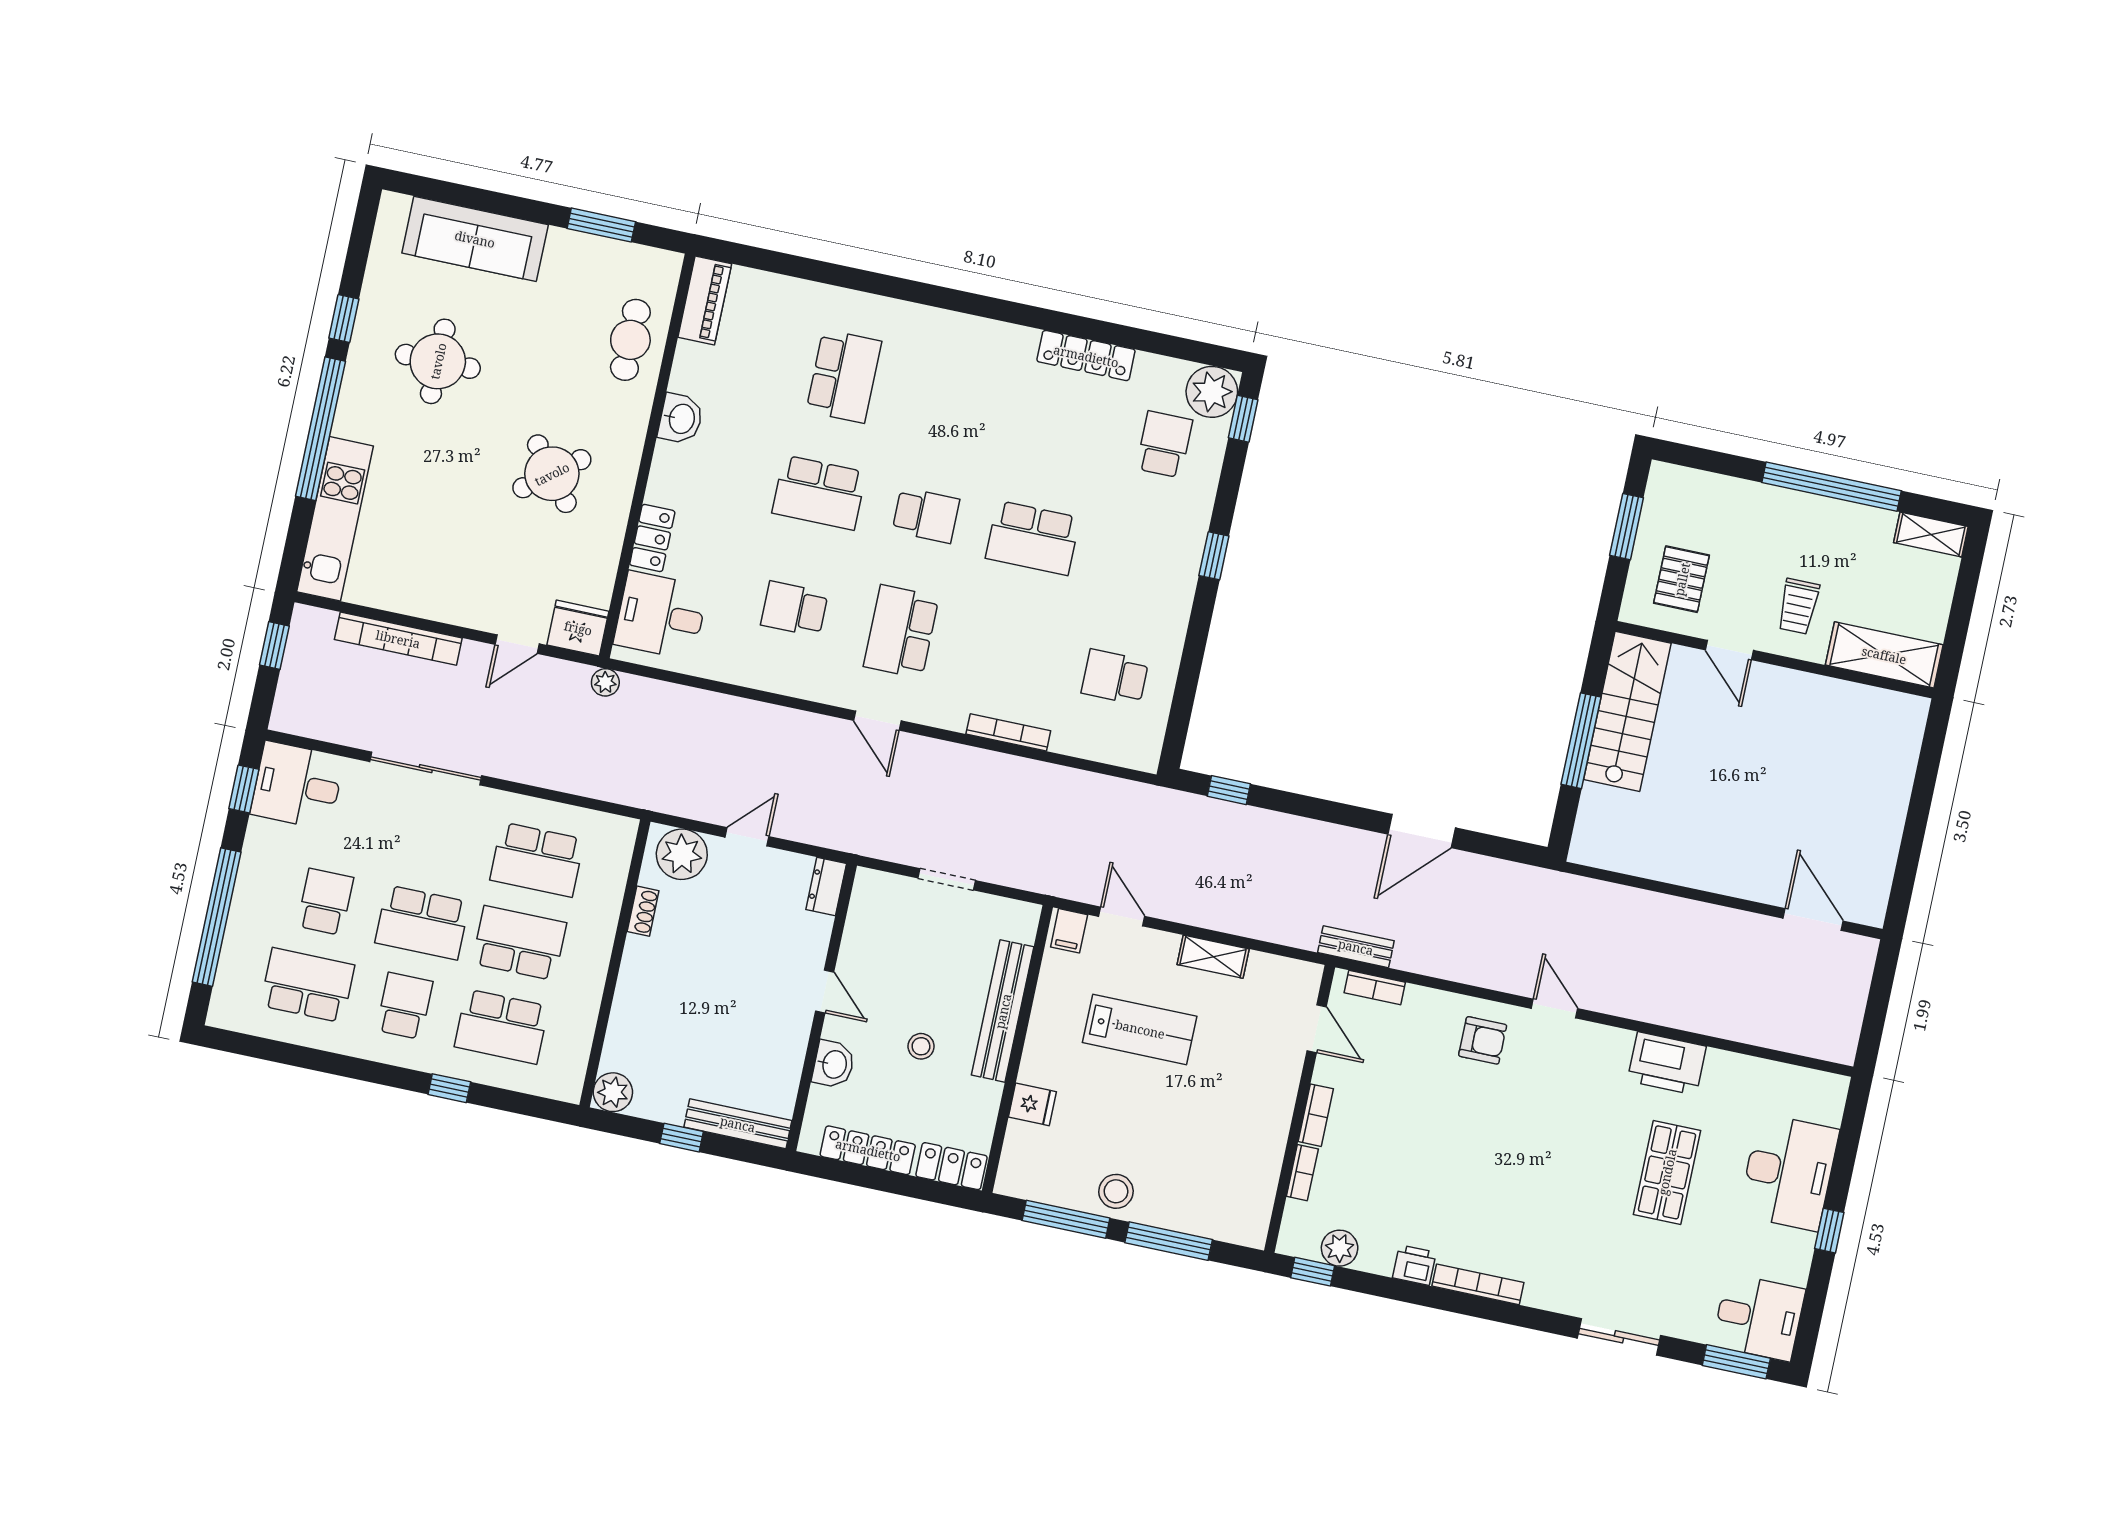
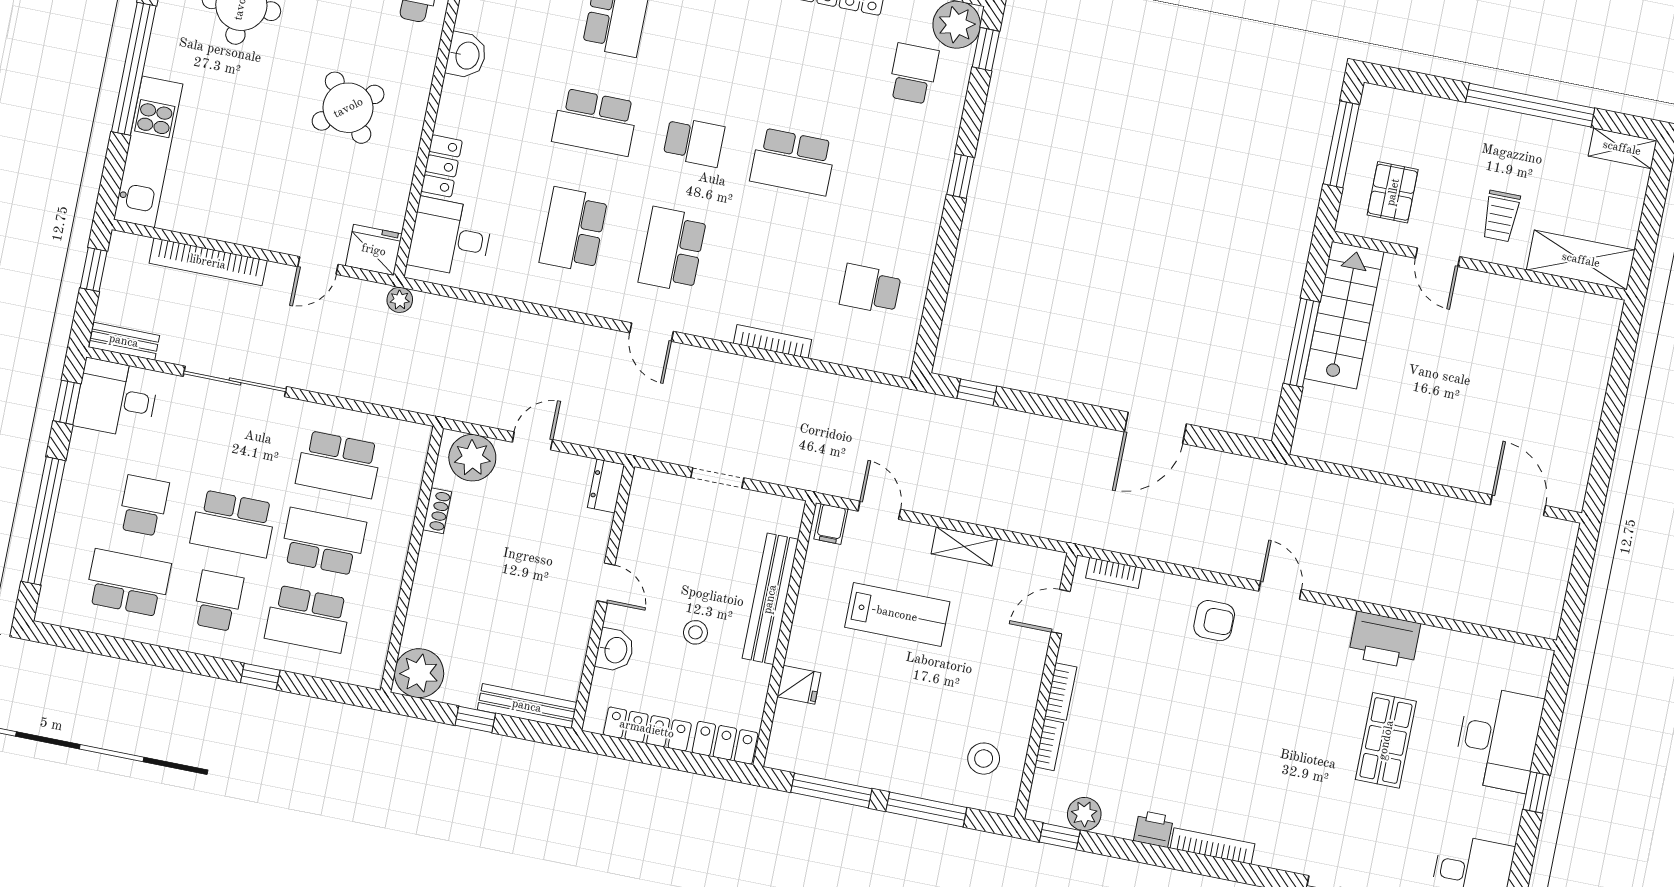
window: (1627, 527) -> (1341, 144), width x1.44
school desk: (794, 609) -> (574, 230), width x1.85
bench: (1356, 947) -> (124, 341), moved
door: (1317, 1029) -> (1061, 612), swing flipped
plant: (613, 1092) -> (419, 673), width x1.36, depth x1.36
stool: (1116, 1191) -> (984, 759), moved

